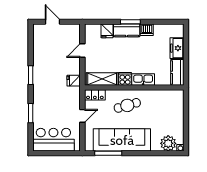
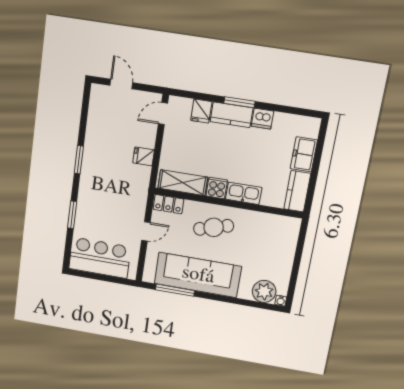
door: (82, 50) -> (163, 114), moved
fridge: (74, 81) -> (144, 156), moved

